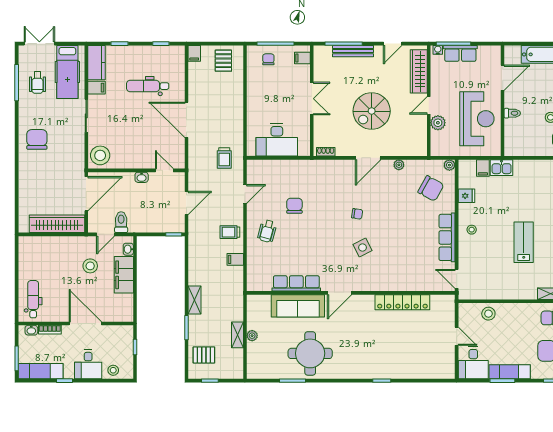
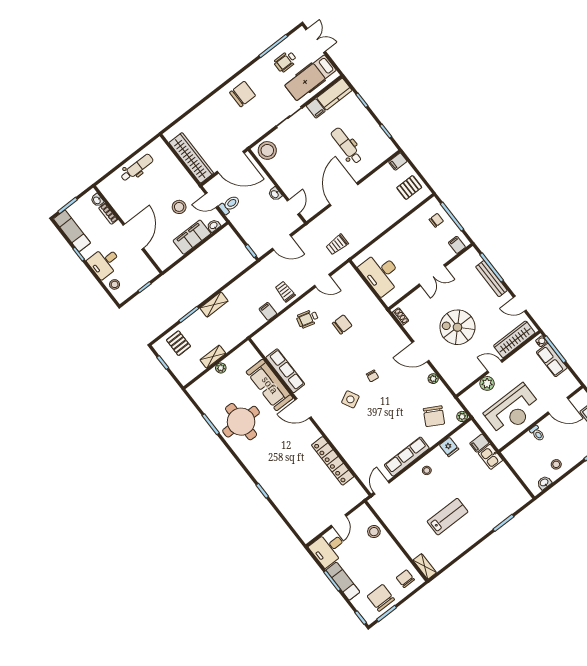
dental chair: (33, 299) -> (137, 168), moved

